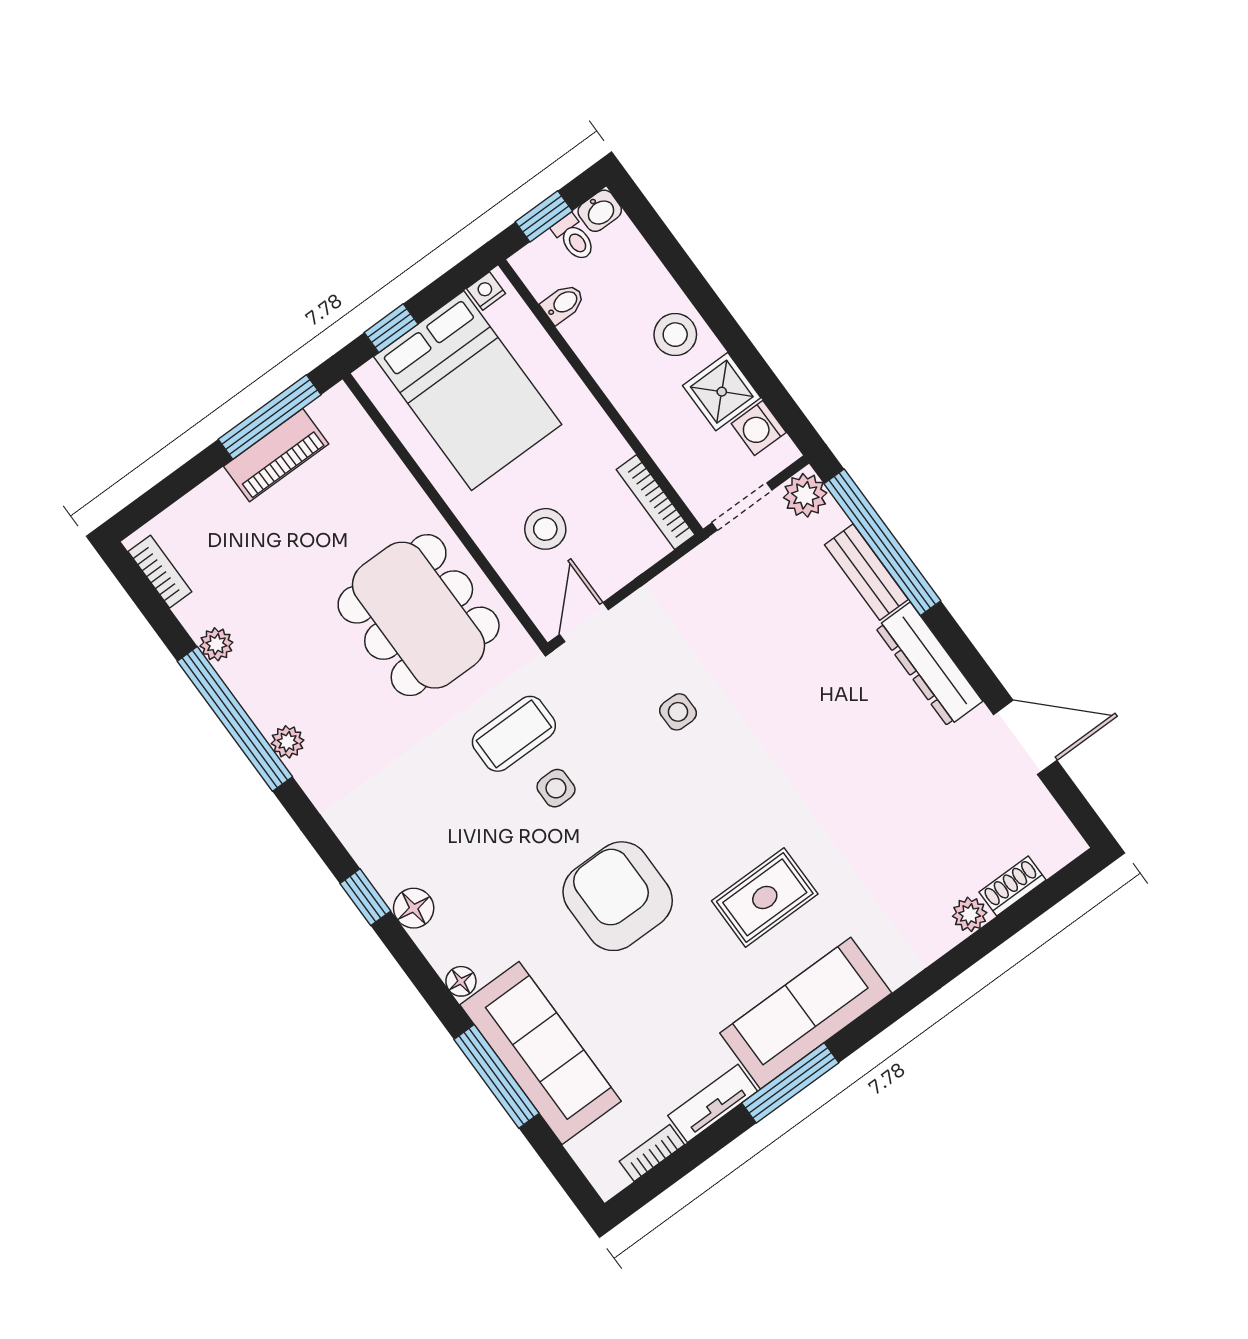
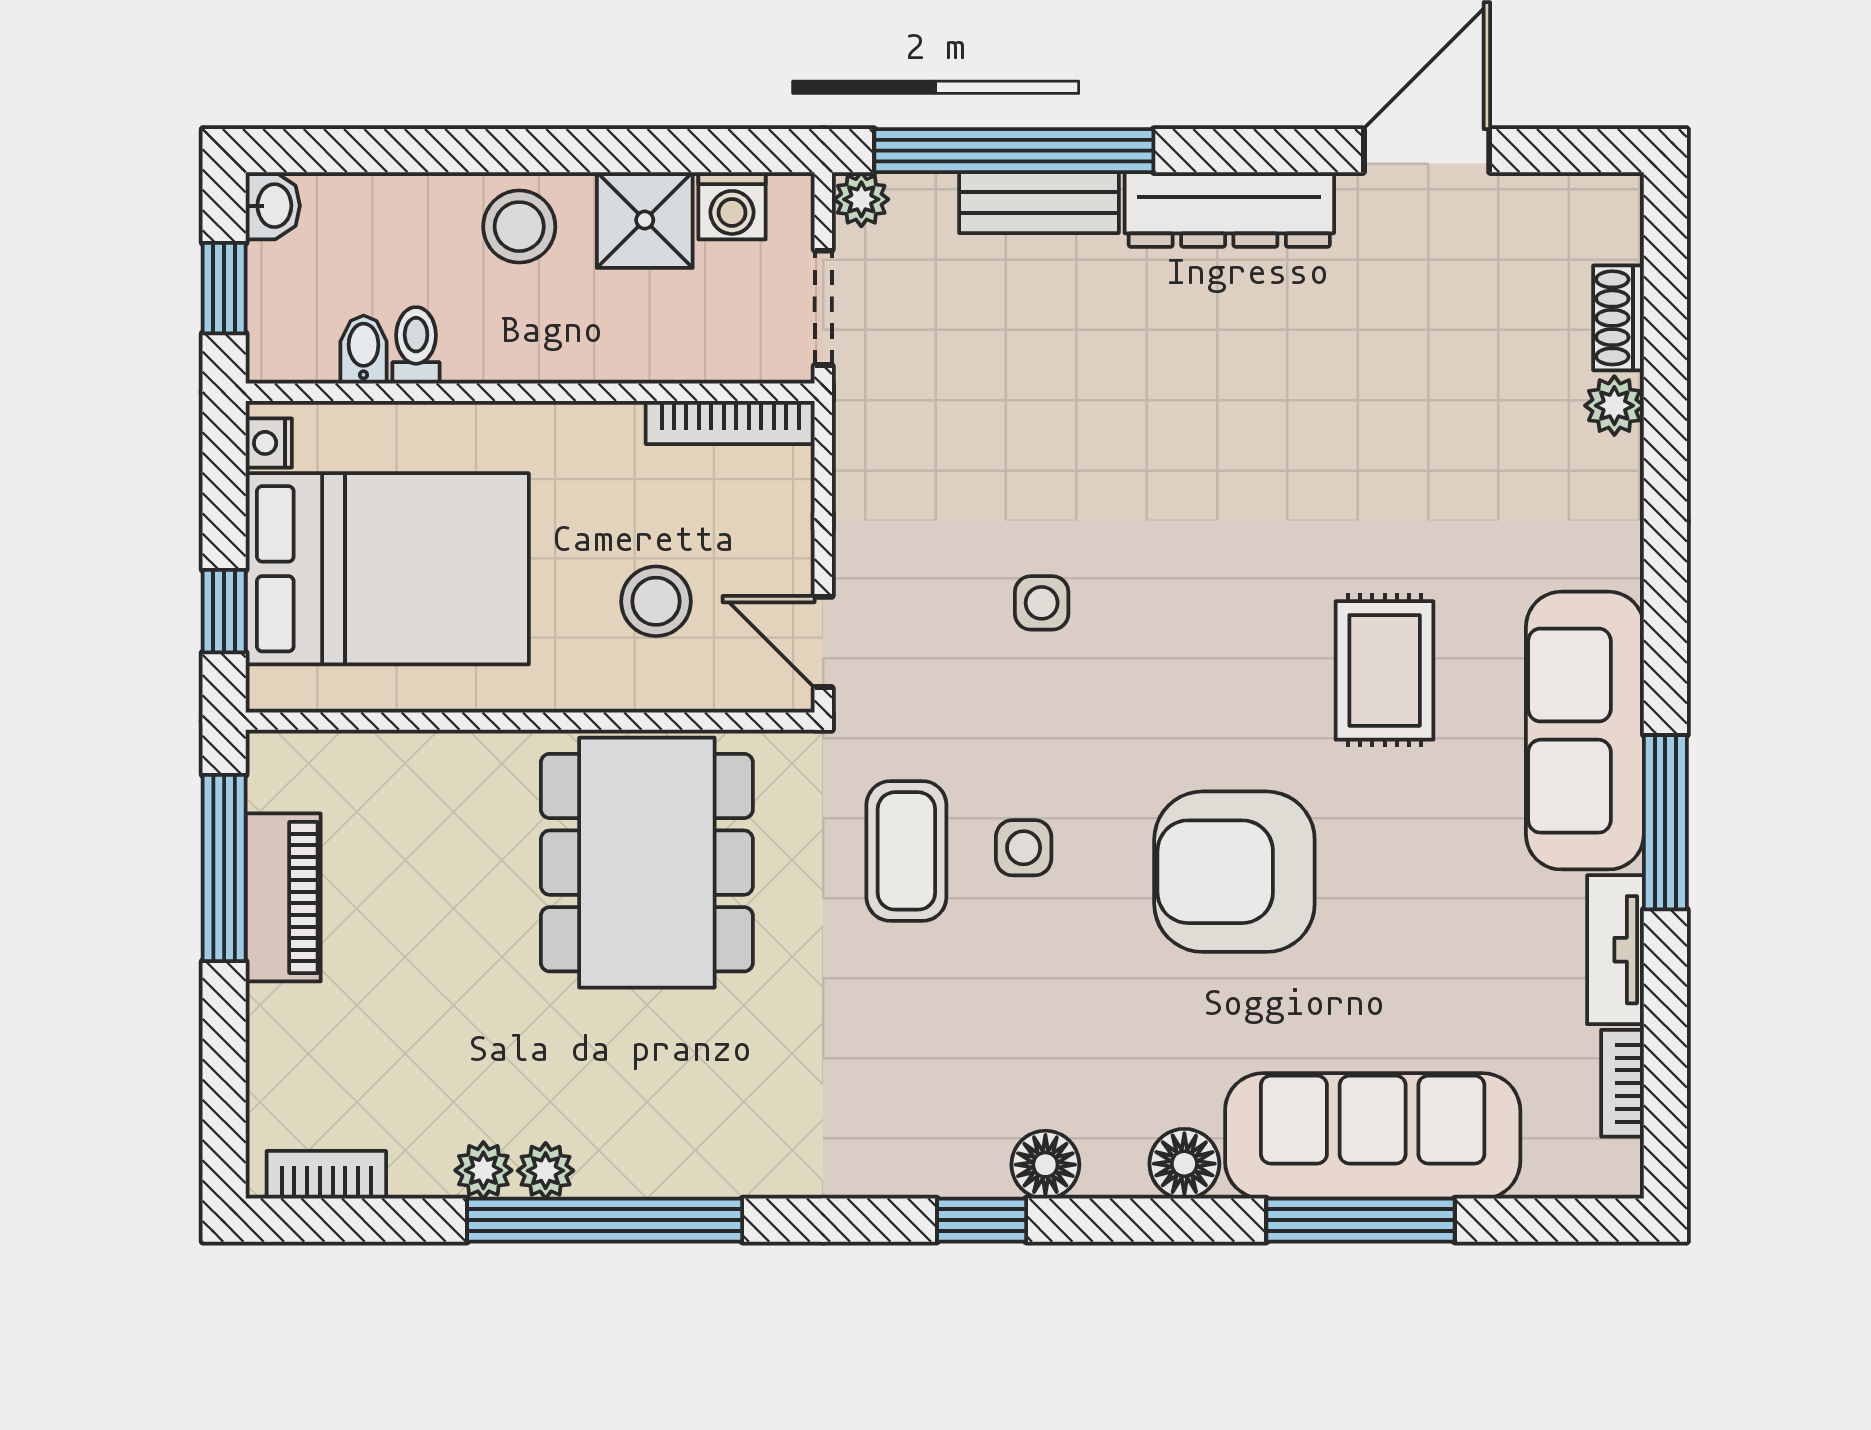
toilet: (574, 238) -> (416, 345), moved, turned -90
plant: (805, 495) -> (861, 199), width x0.73, depth x0.73
dining table: (419, 615) -> (647, 863), turned 90
plant: (288, 742) -> (546, 1171), moved
floor lamp: (461, 981) -> (1184, 1164), width x1.37, depth x1.37

